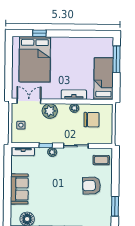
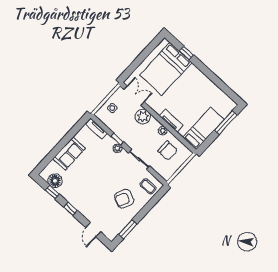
armchair: (91, 186) -> (124, 199), turned -64

